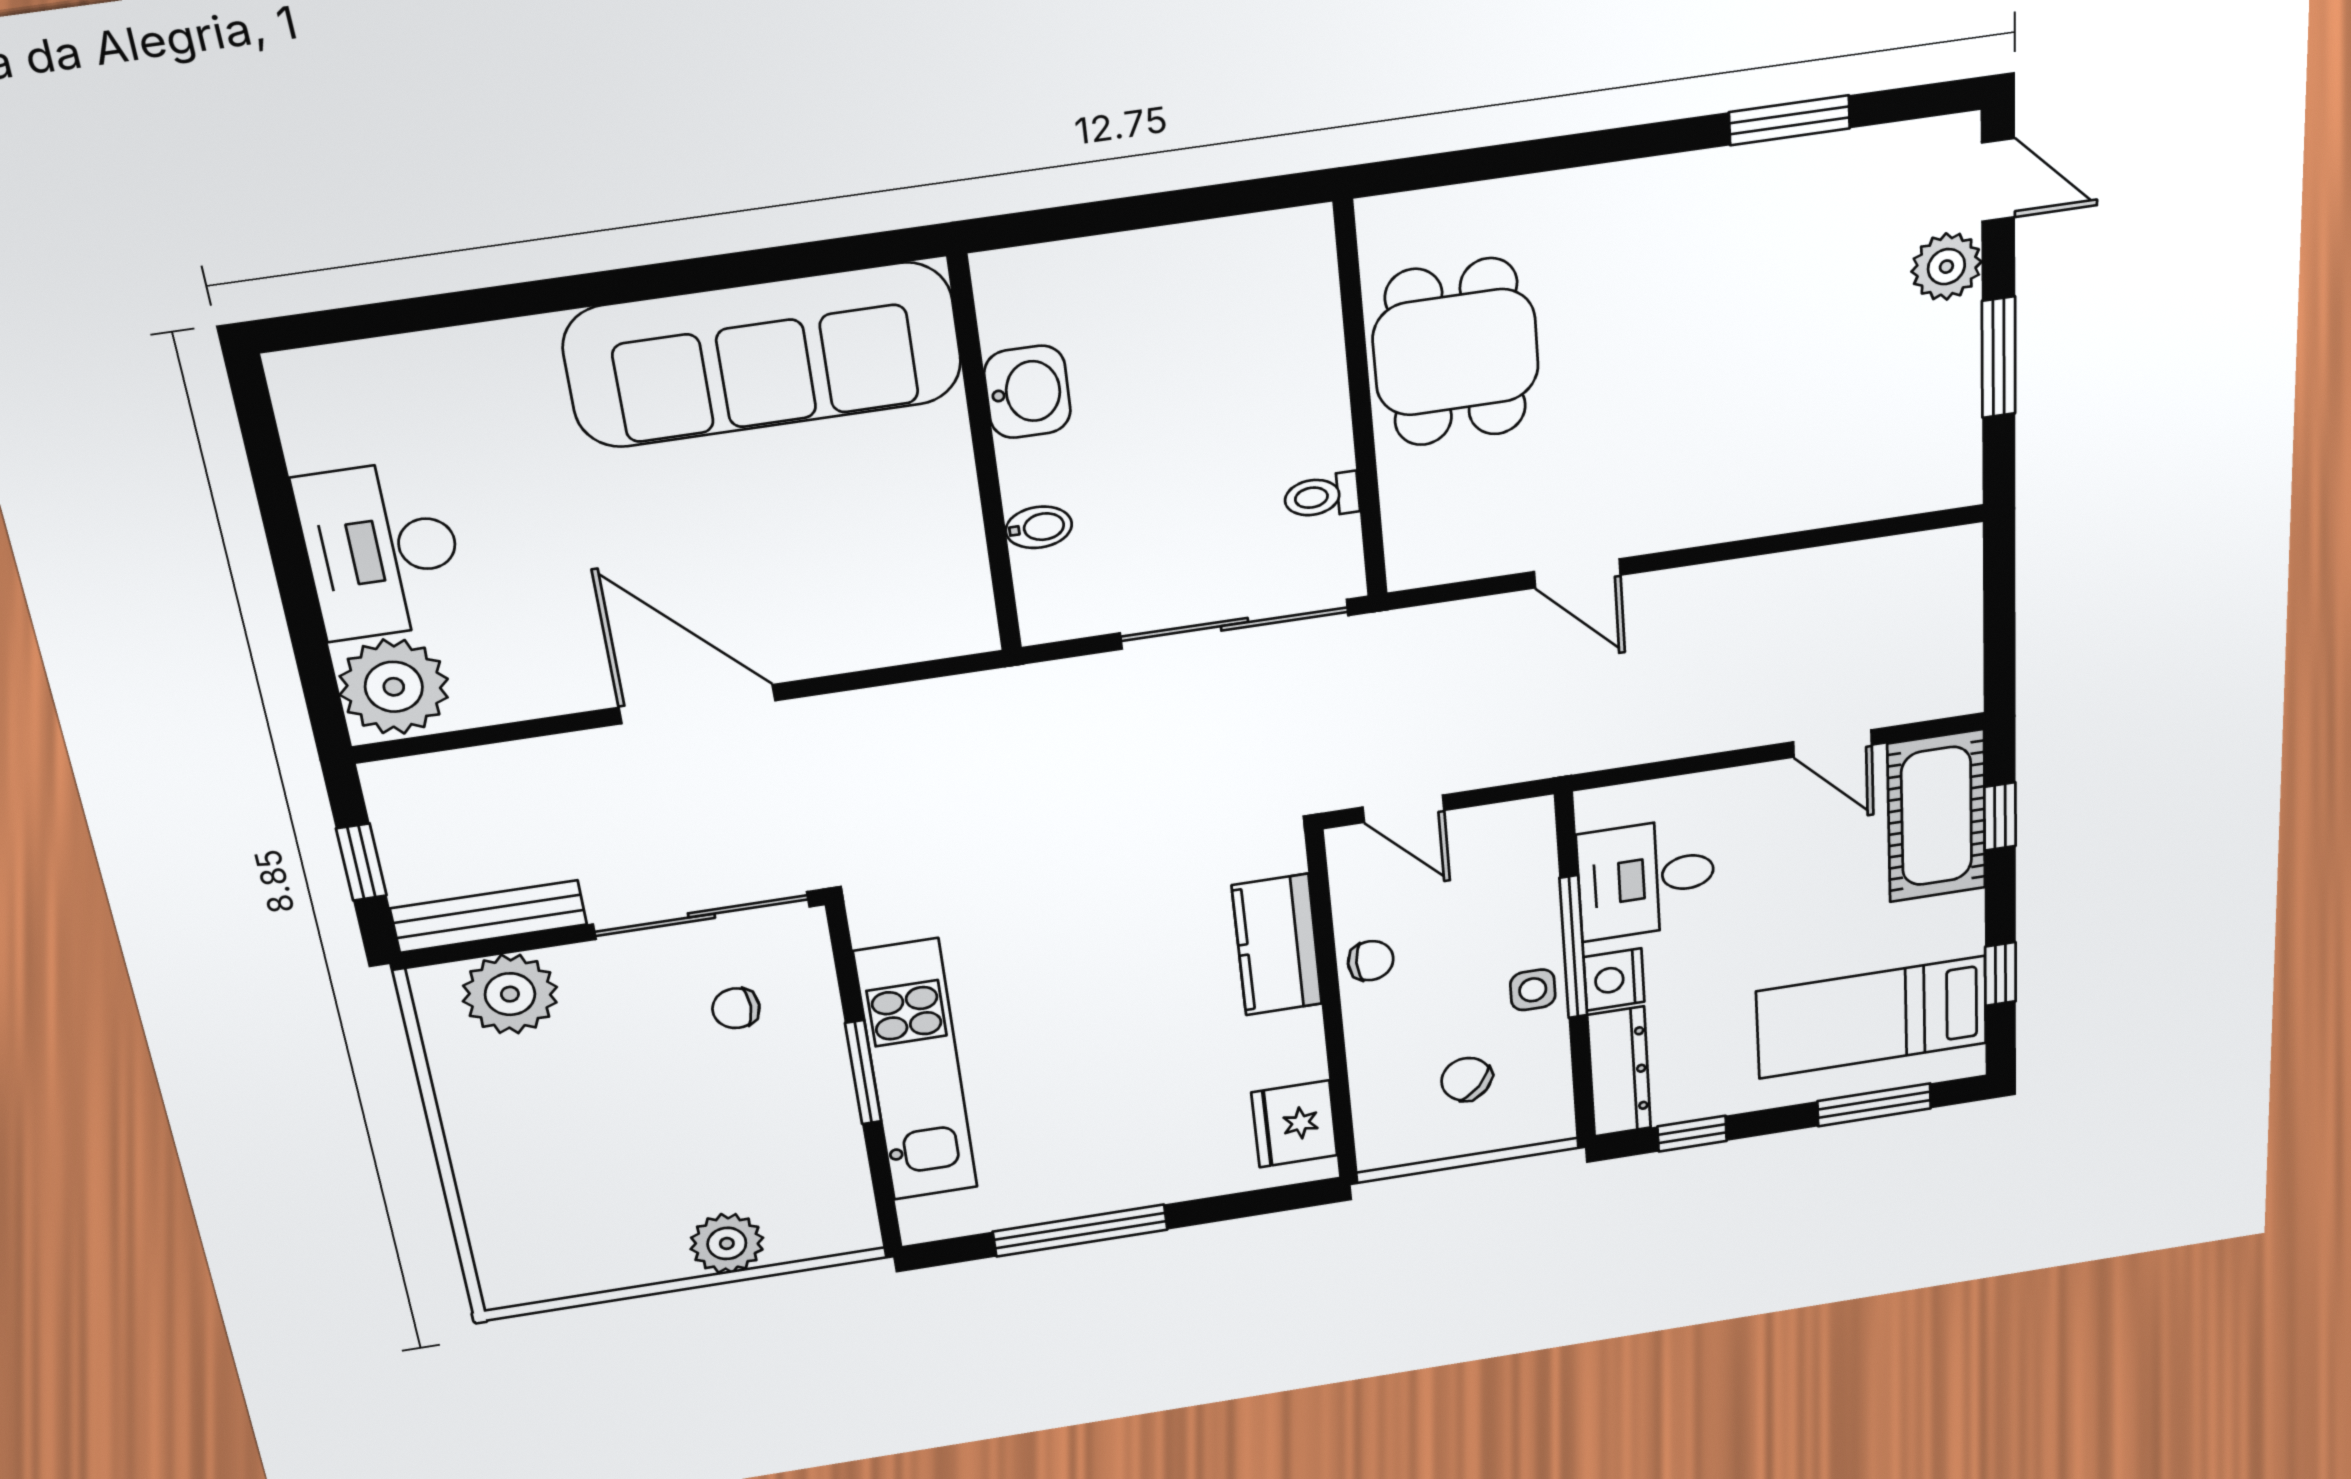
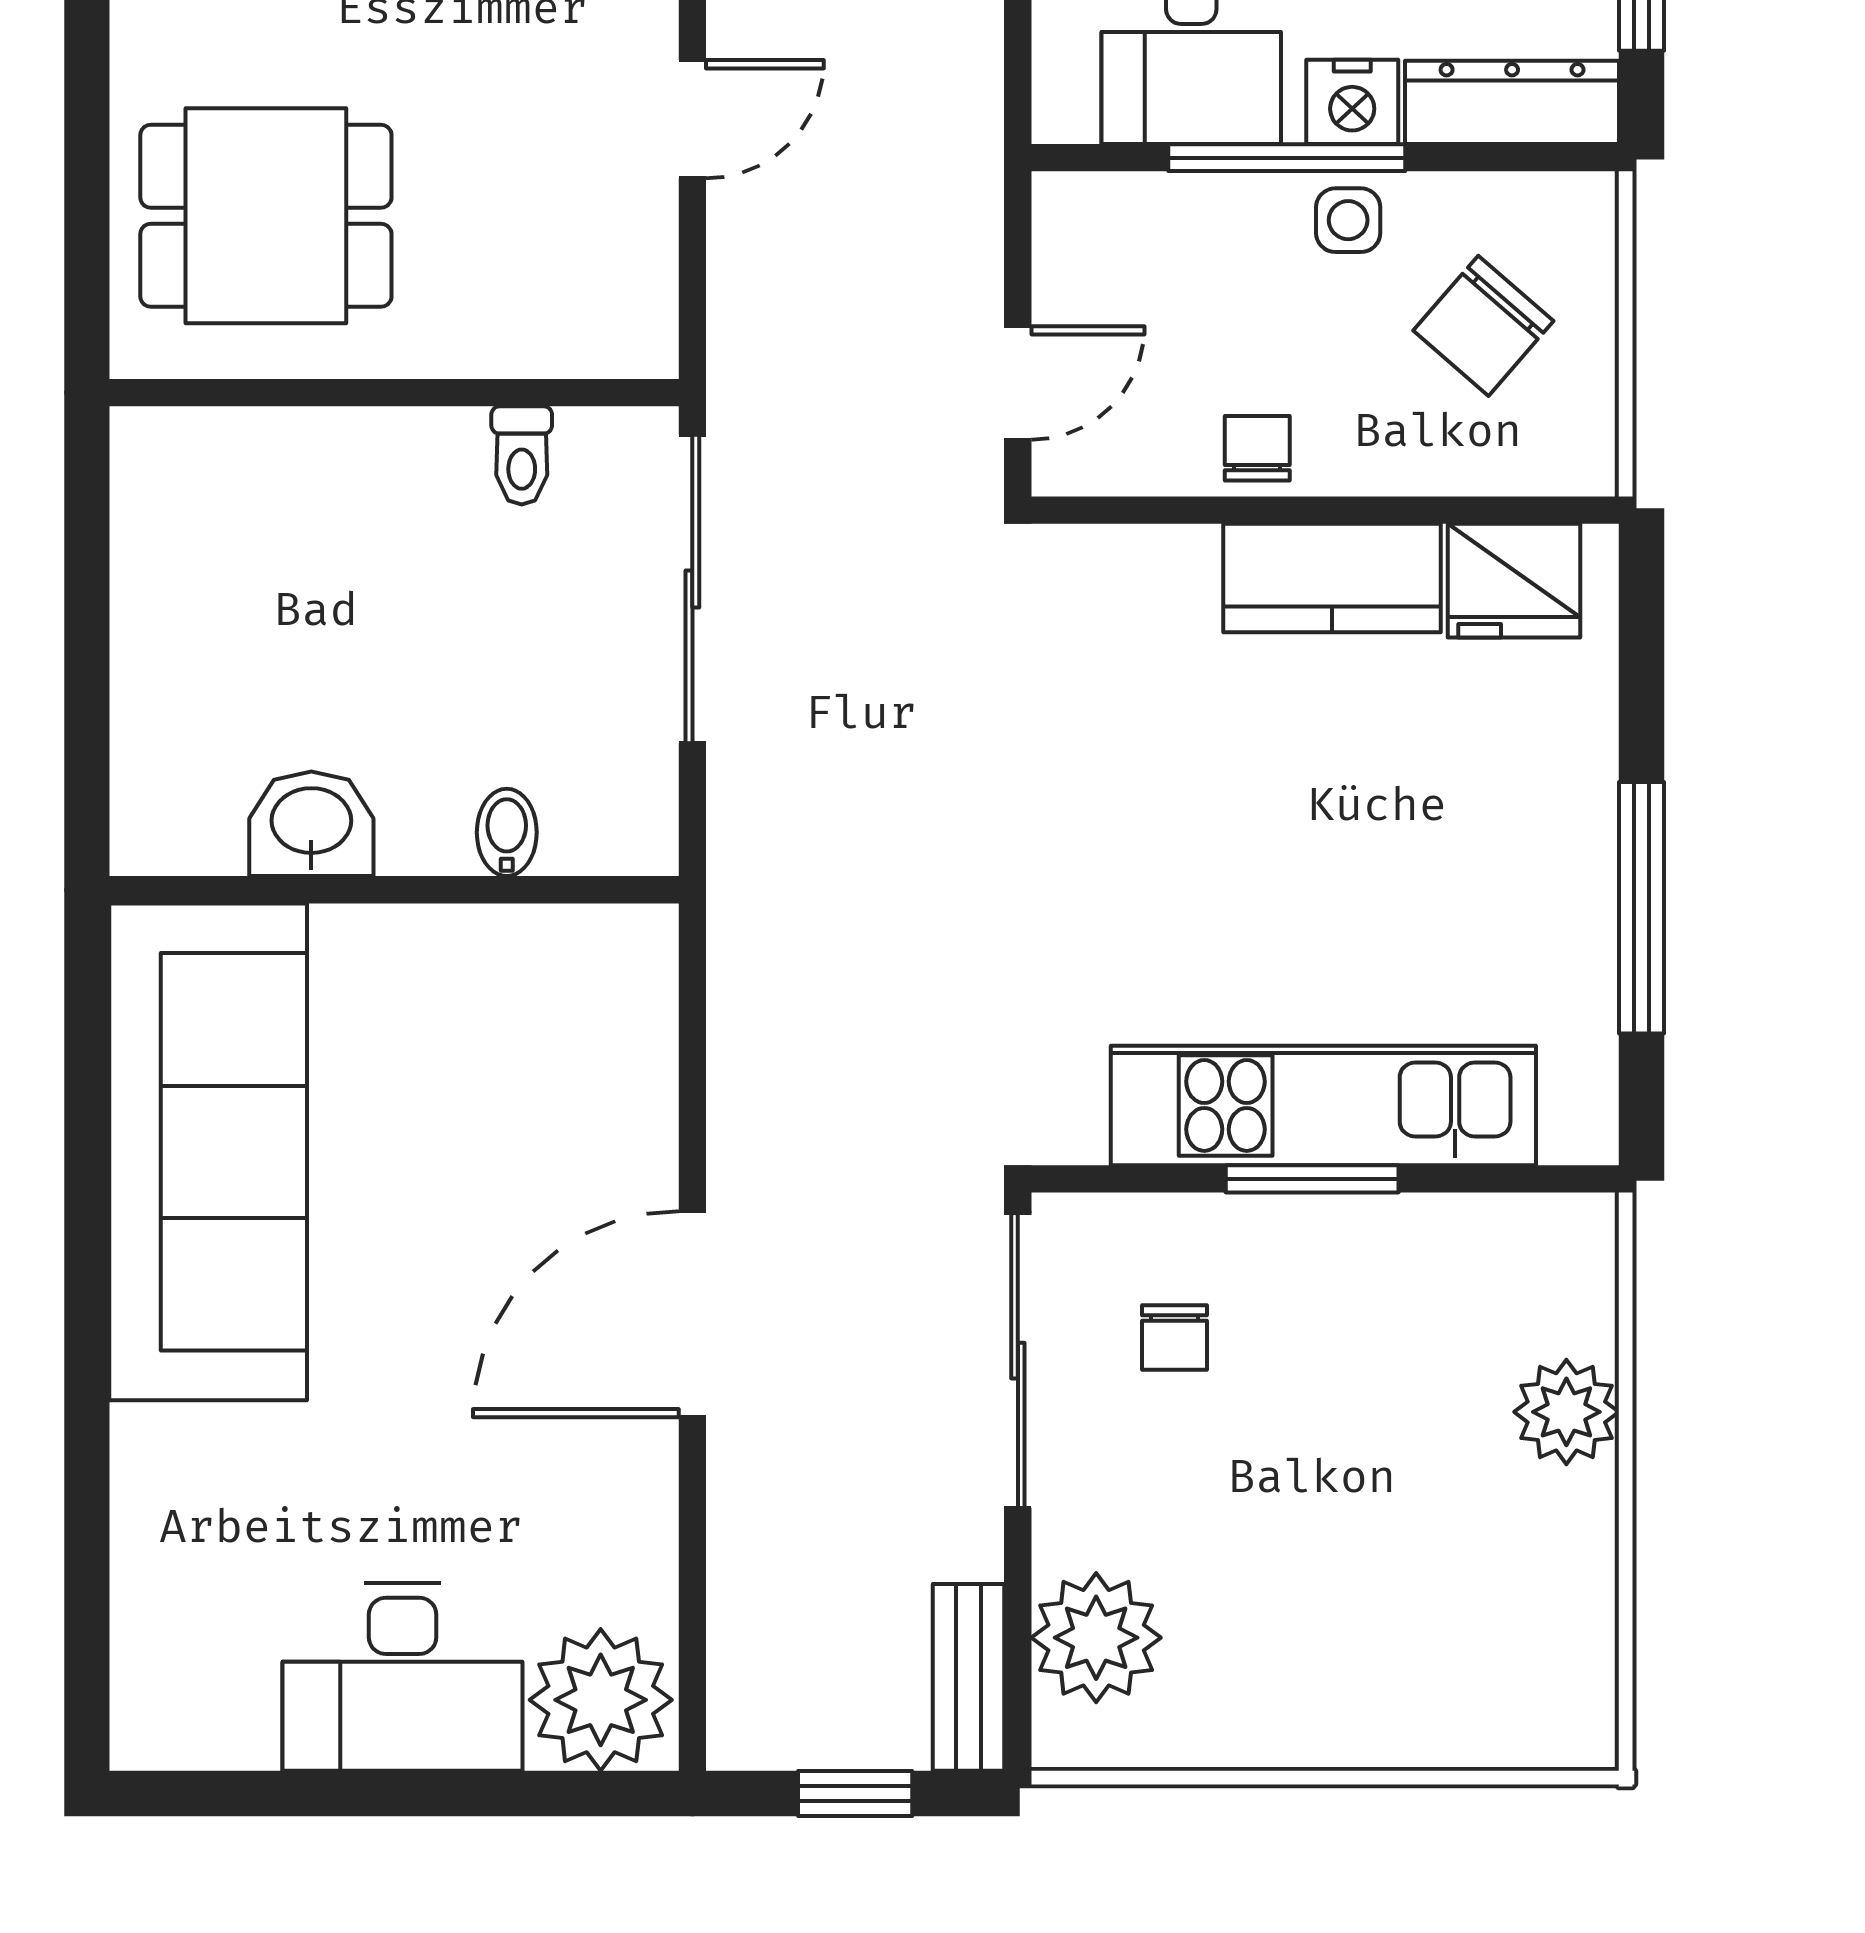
dining table: (1456, 352) -> (266, 216), moved
bench: (489, 916) -> (969, 1677), width x0.73
kitchen counter: (1277, 945) -> (1332, 578), moved
chair: (1466, 1079) -> (1483, 326), width x1.37, depth x1.37

